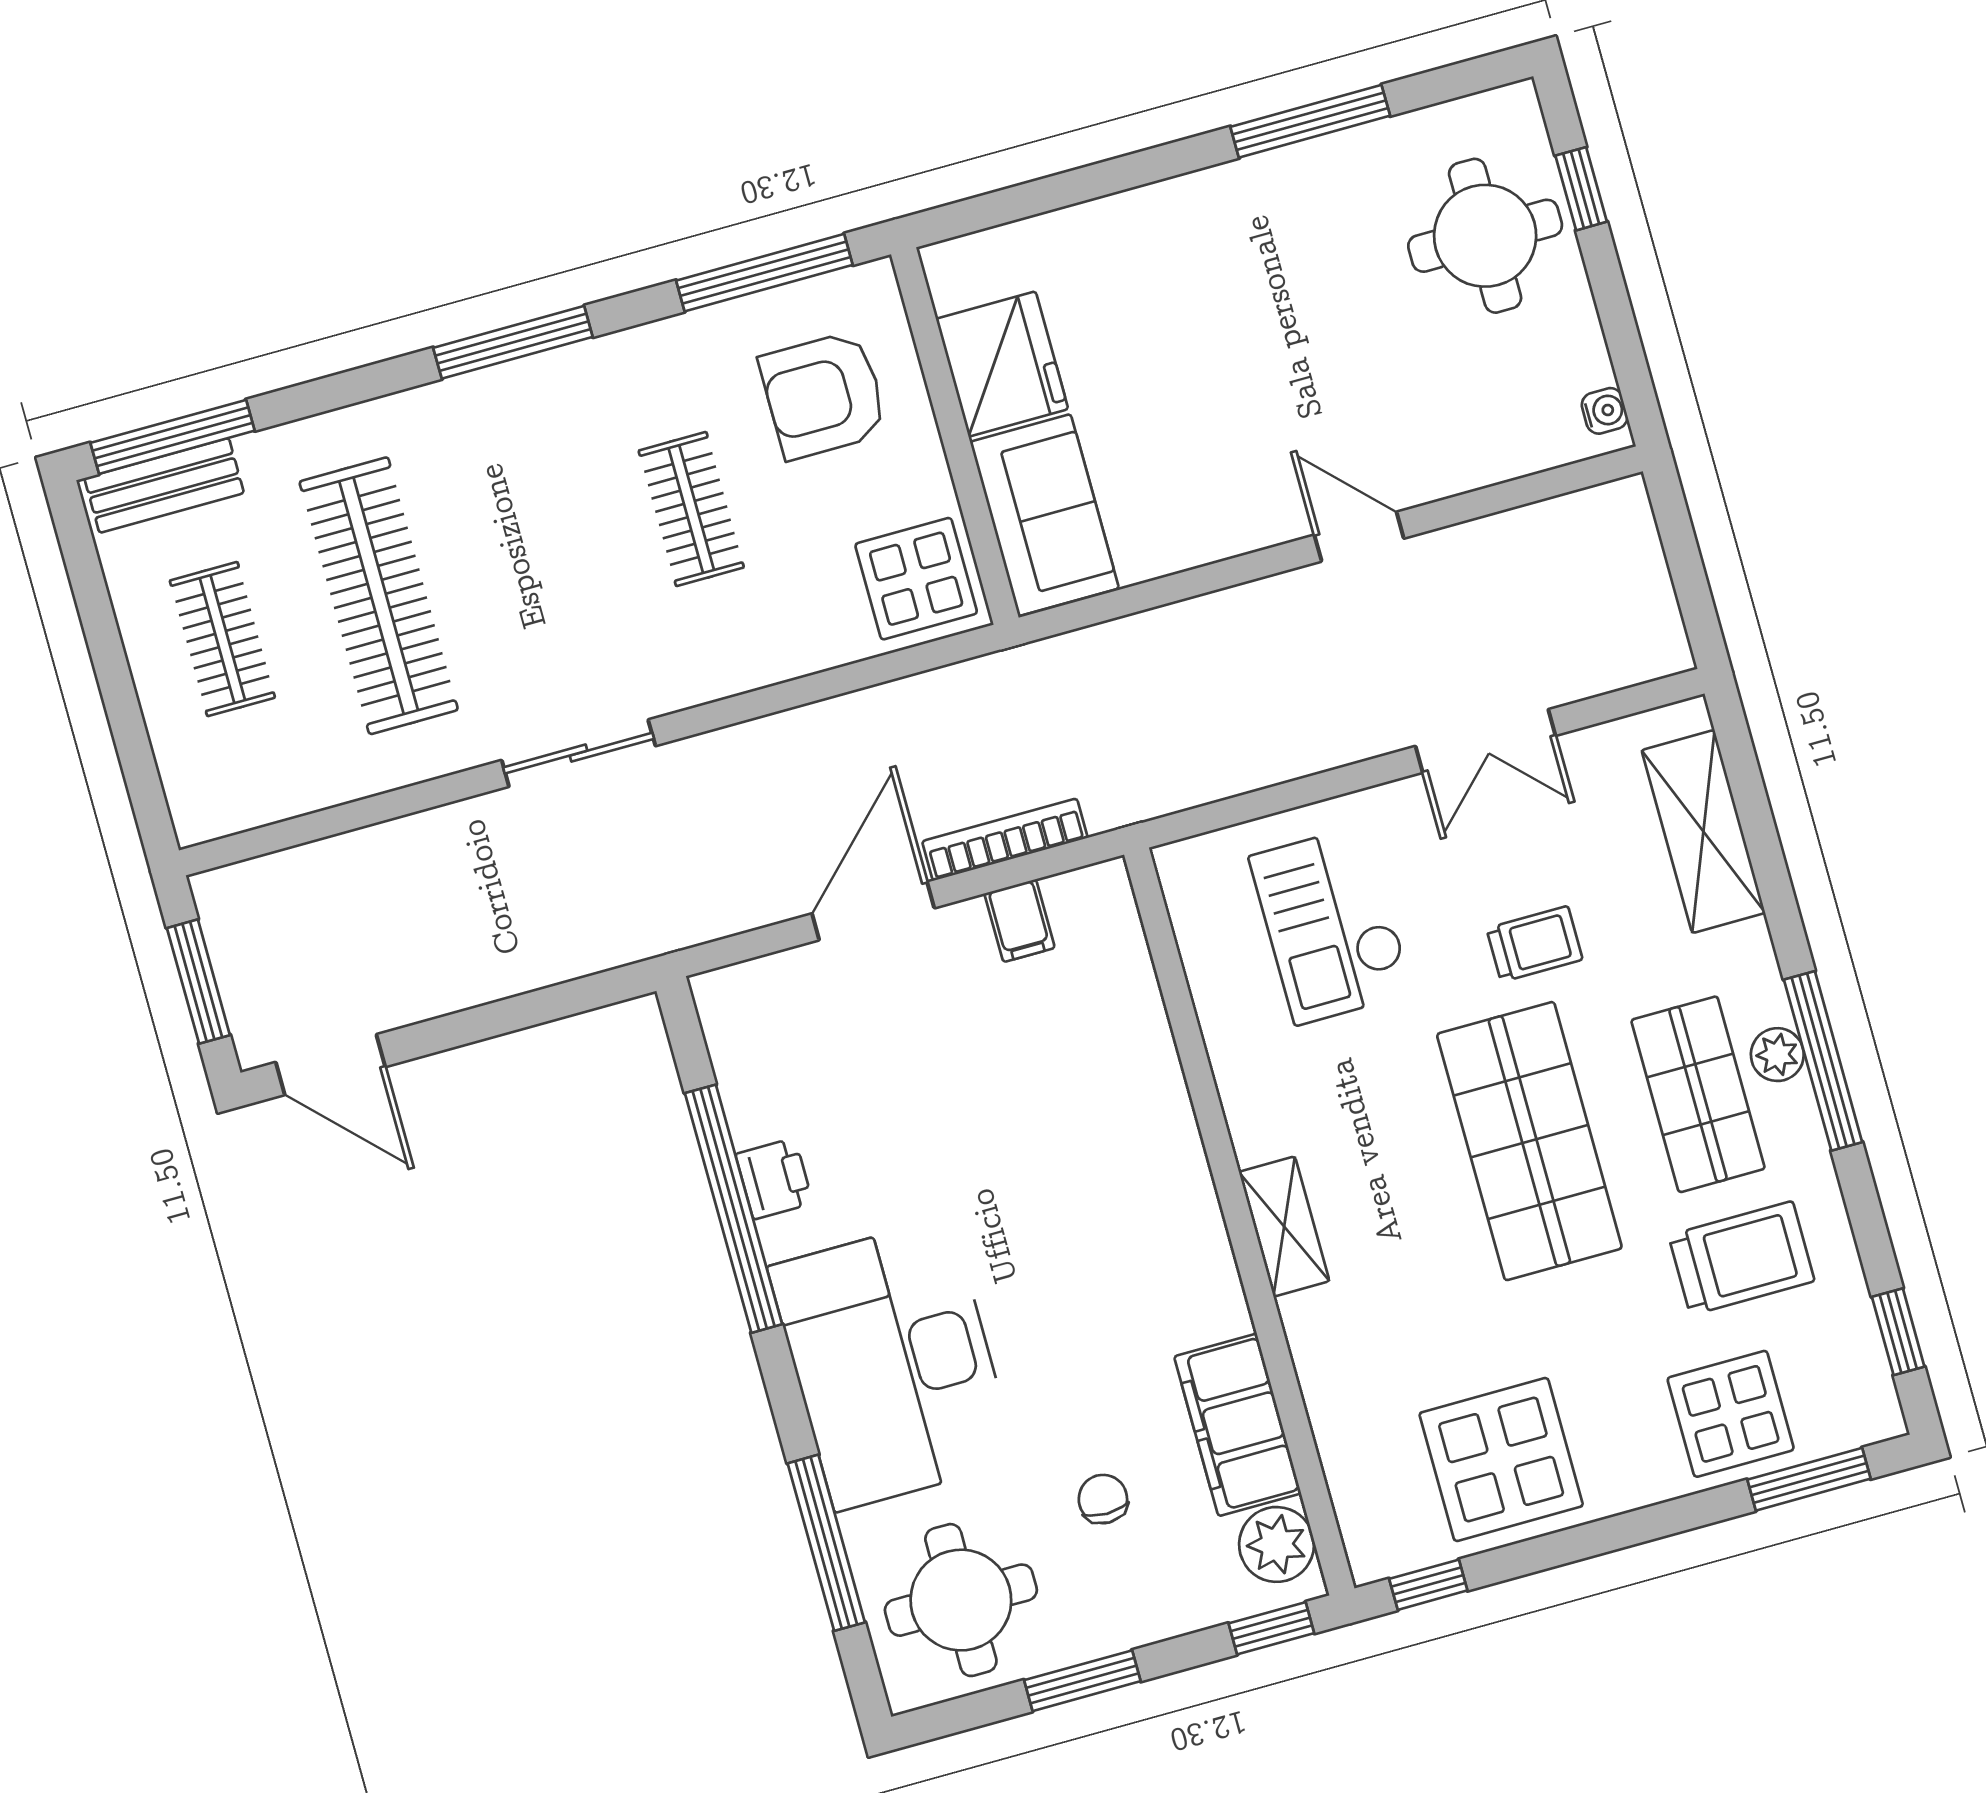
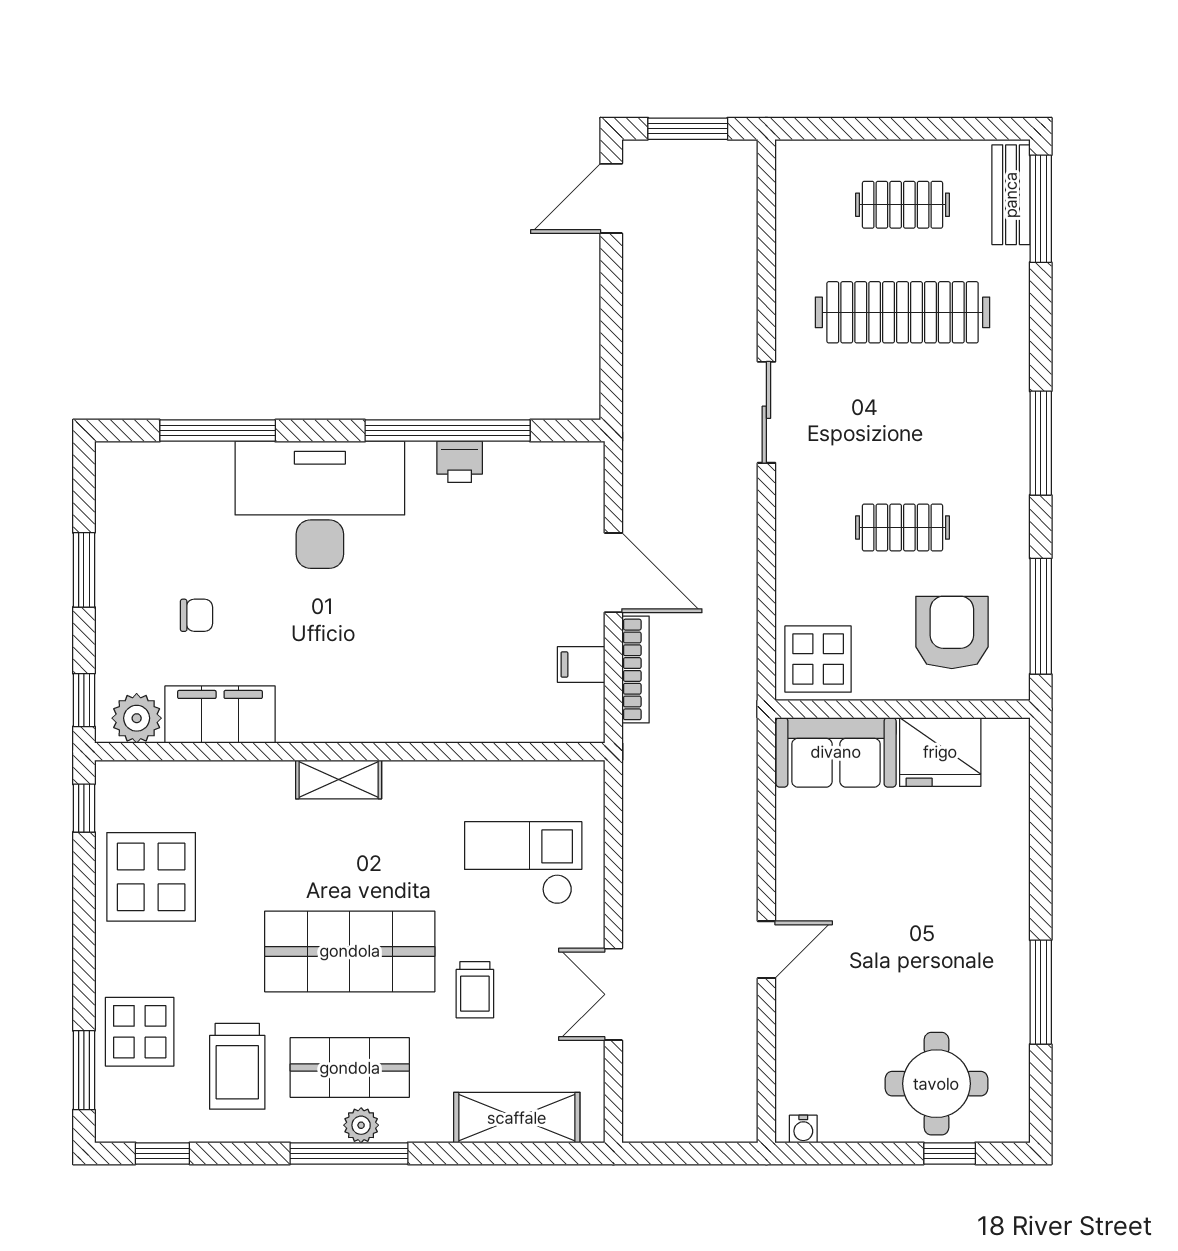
round table: (961, 1600) -> (157, 507), removed

